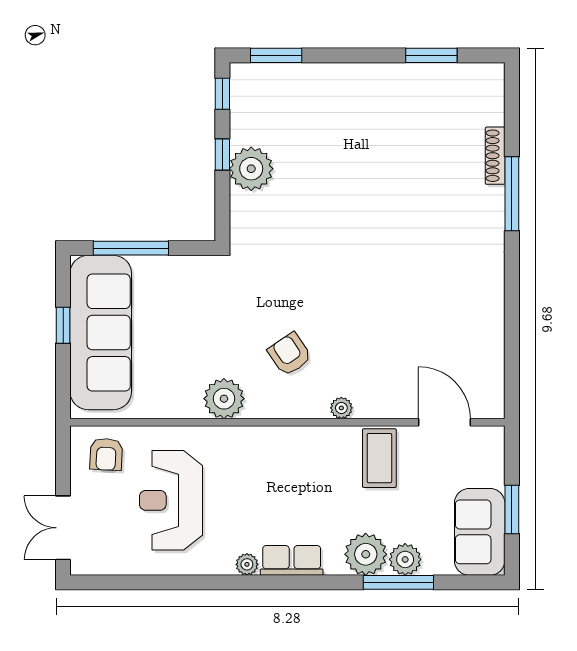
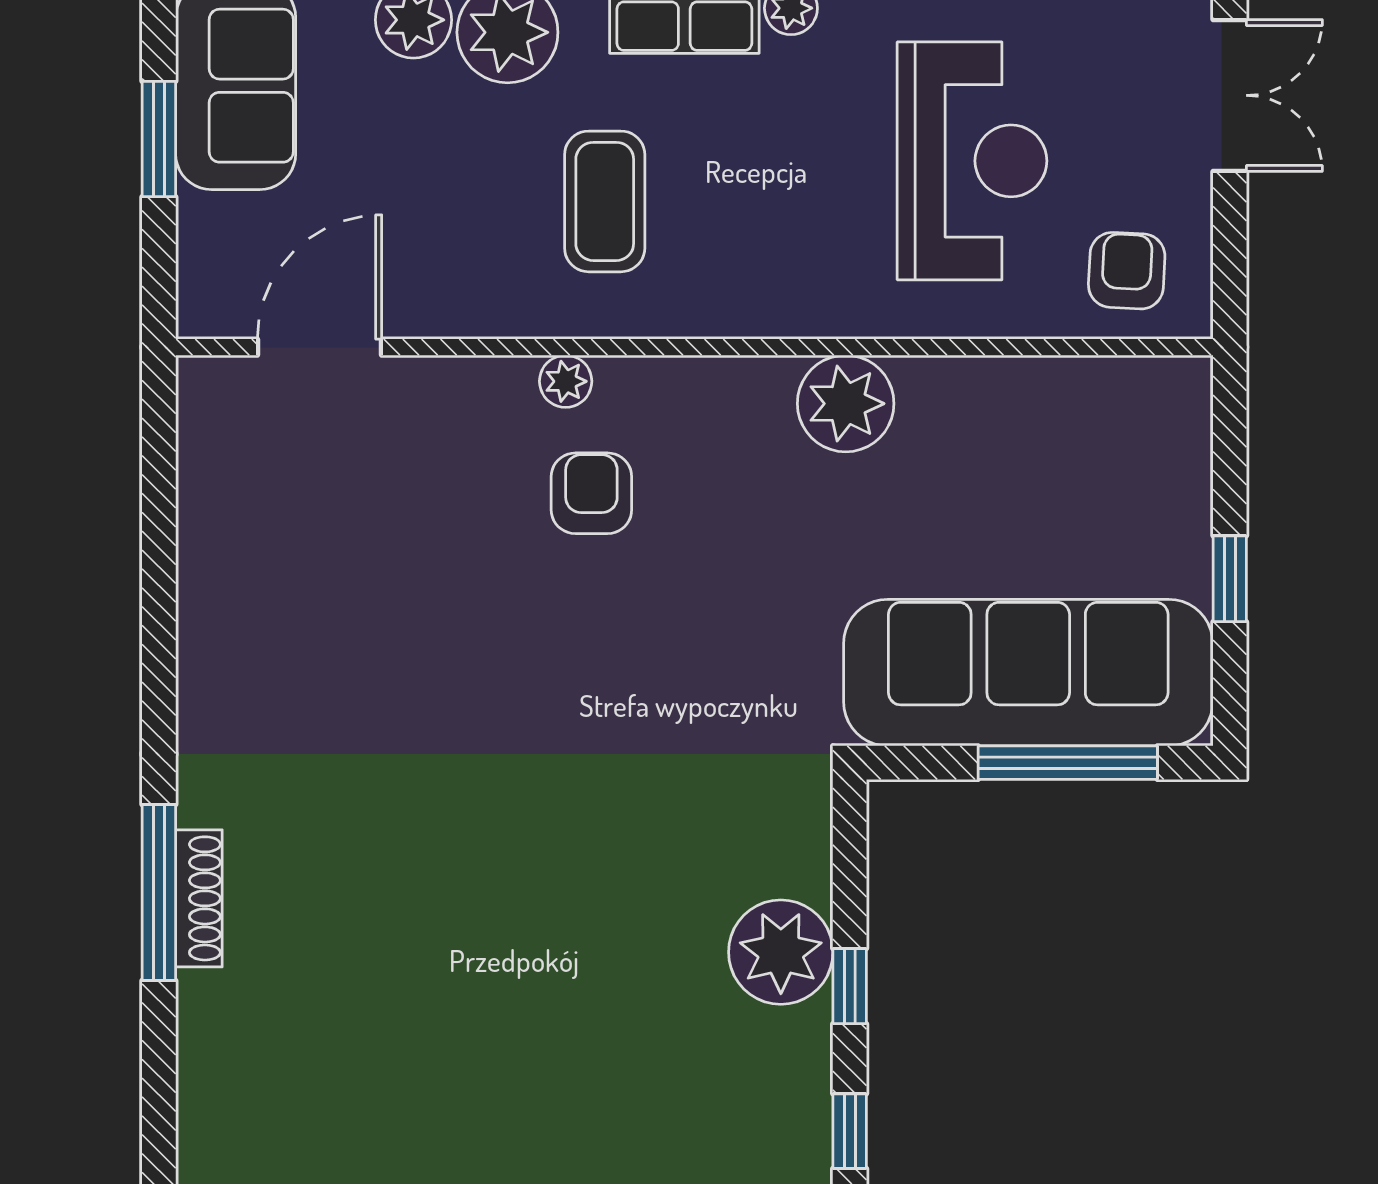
shoe rack: (495, 156) -> (199, 898), moved
sofa: (101, 333) -> (1028, 673), moved, turned 90
armchair: (290, 354) -> (591, 493), moved, turned -146
door: (445, 422) -> (320, 347), swing flipped
coffee table: (379, 458) -> (605, 201), moved

